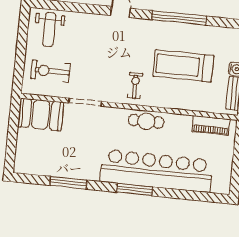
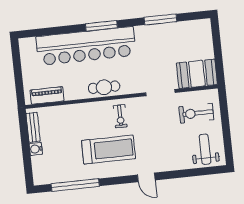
window: (179, 18) -> (75, 185), moved
treadmill: (183, 66) -> (108, 150), moved
exercise bike: (50, 71) -> (196, 113), turned 180

